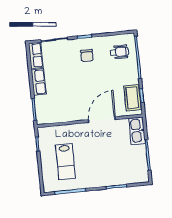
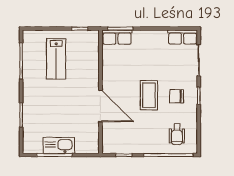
row of seats: (39, 82) -> (117, 37), moved
coffee table: (132, 98) -> (149, 95), moved, turned 90
kitchen sink: (137, 131) -> (59, 145), moved
lab bench: (65, 162) -> (56, 59), turned -90

